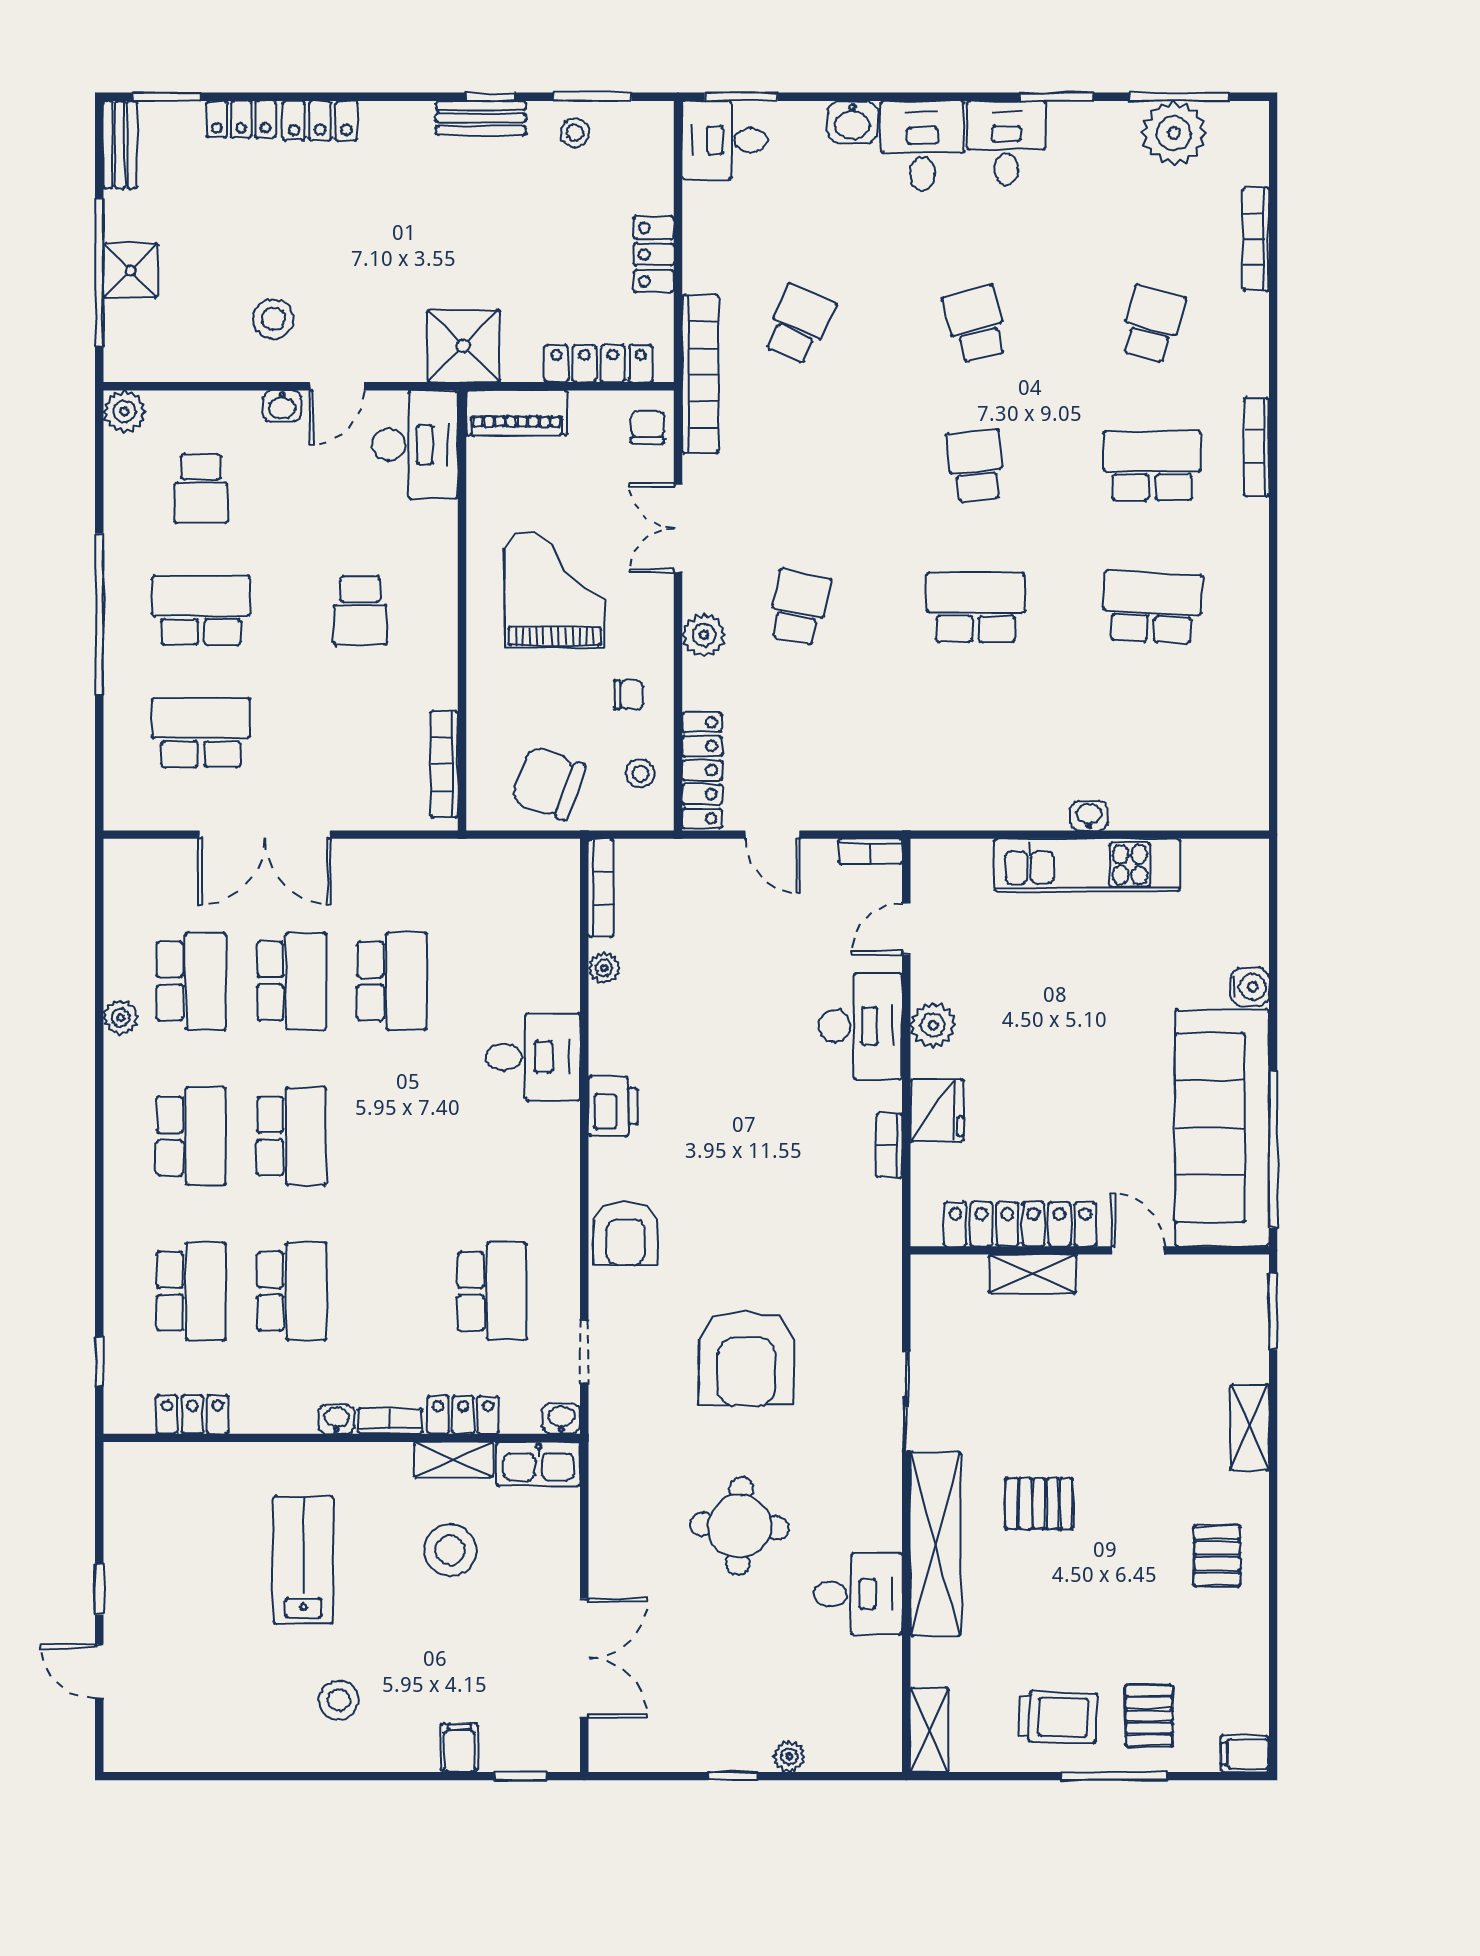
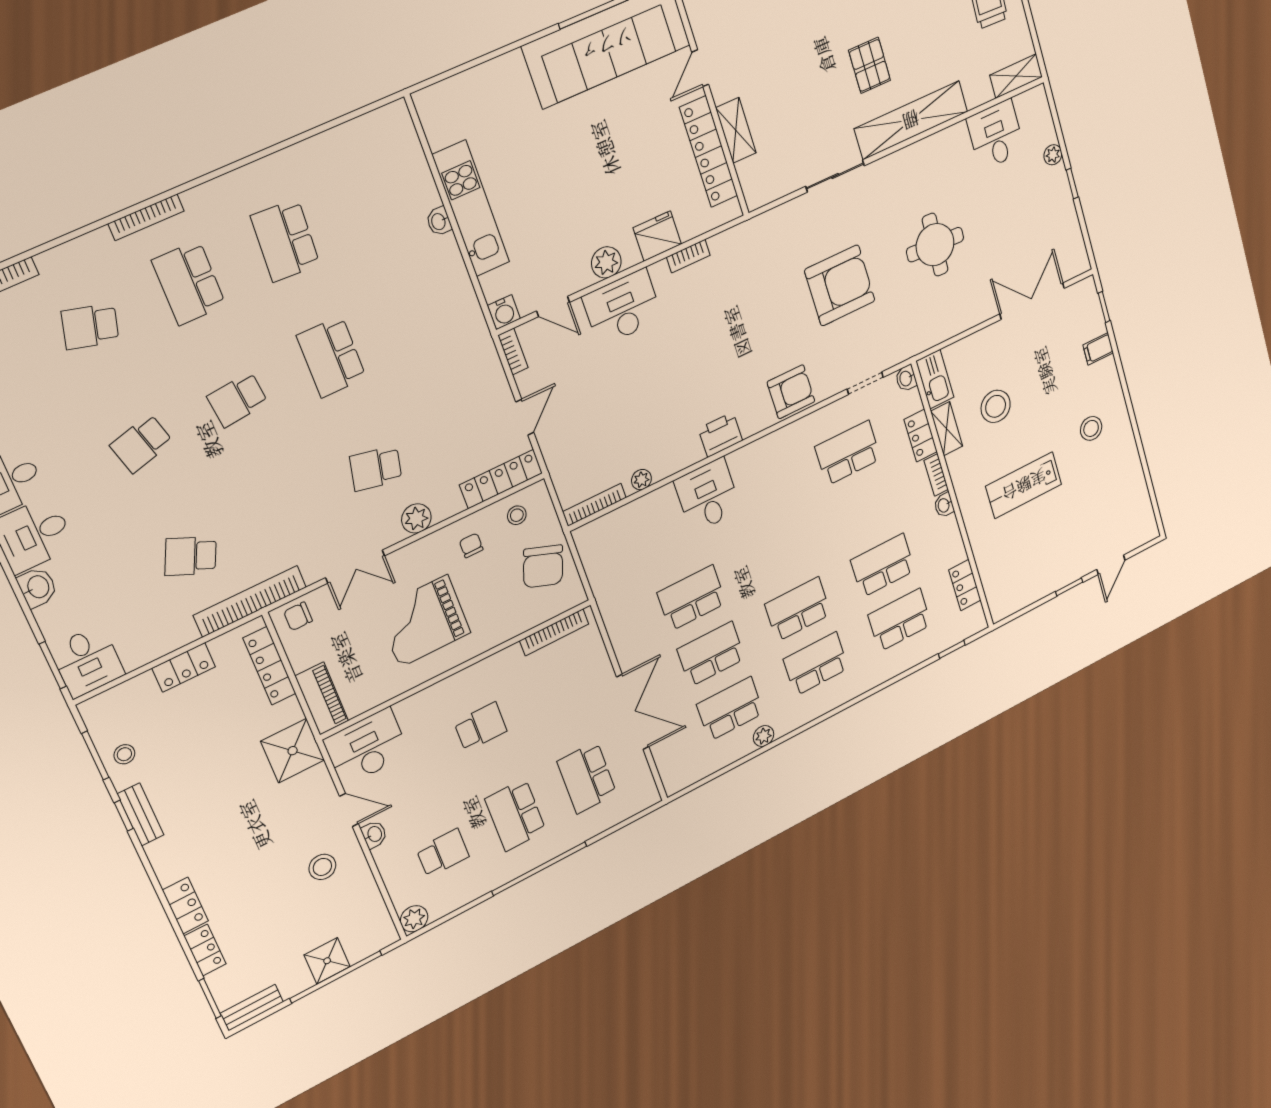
water cooler: (1250, 987) -> (504, 312), moved, turned 180
desk: (858, 1594) -> (996, 135), moved

